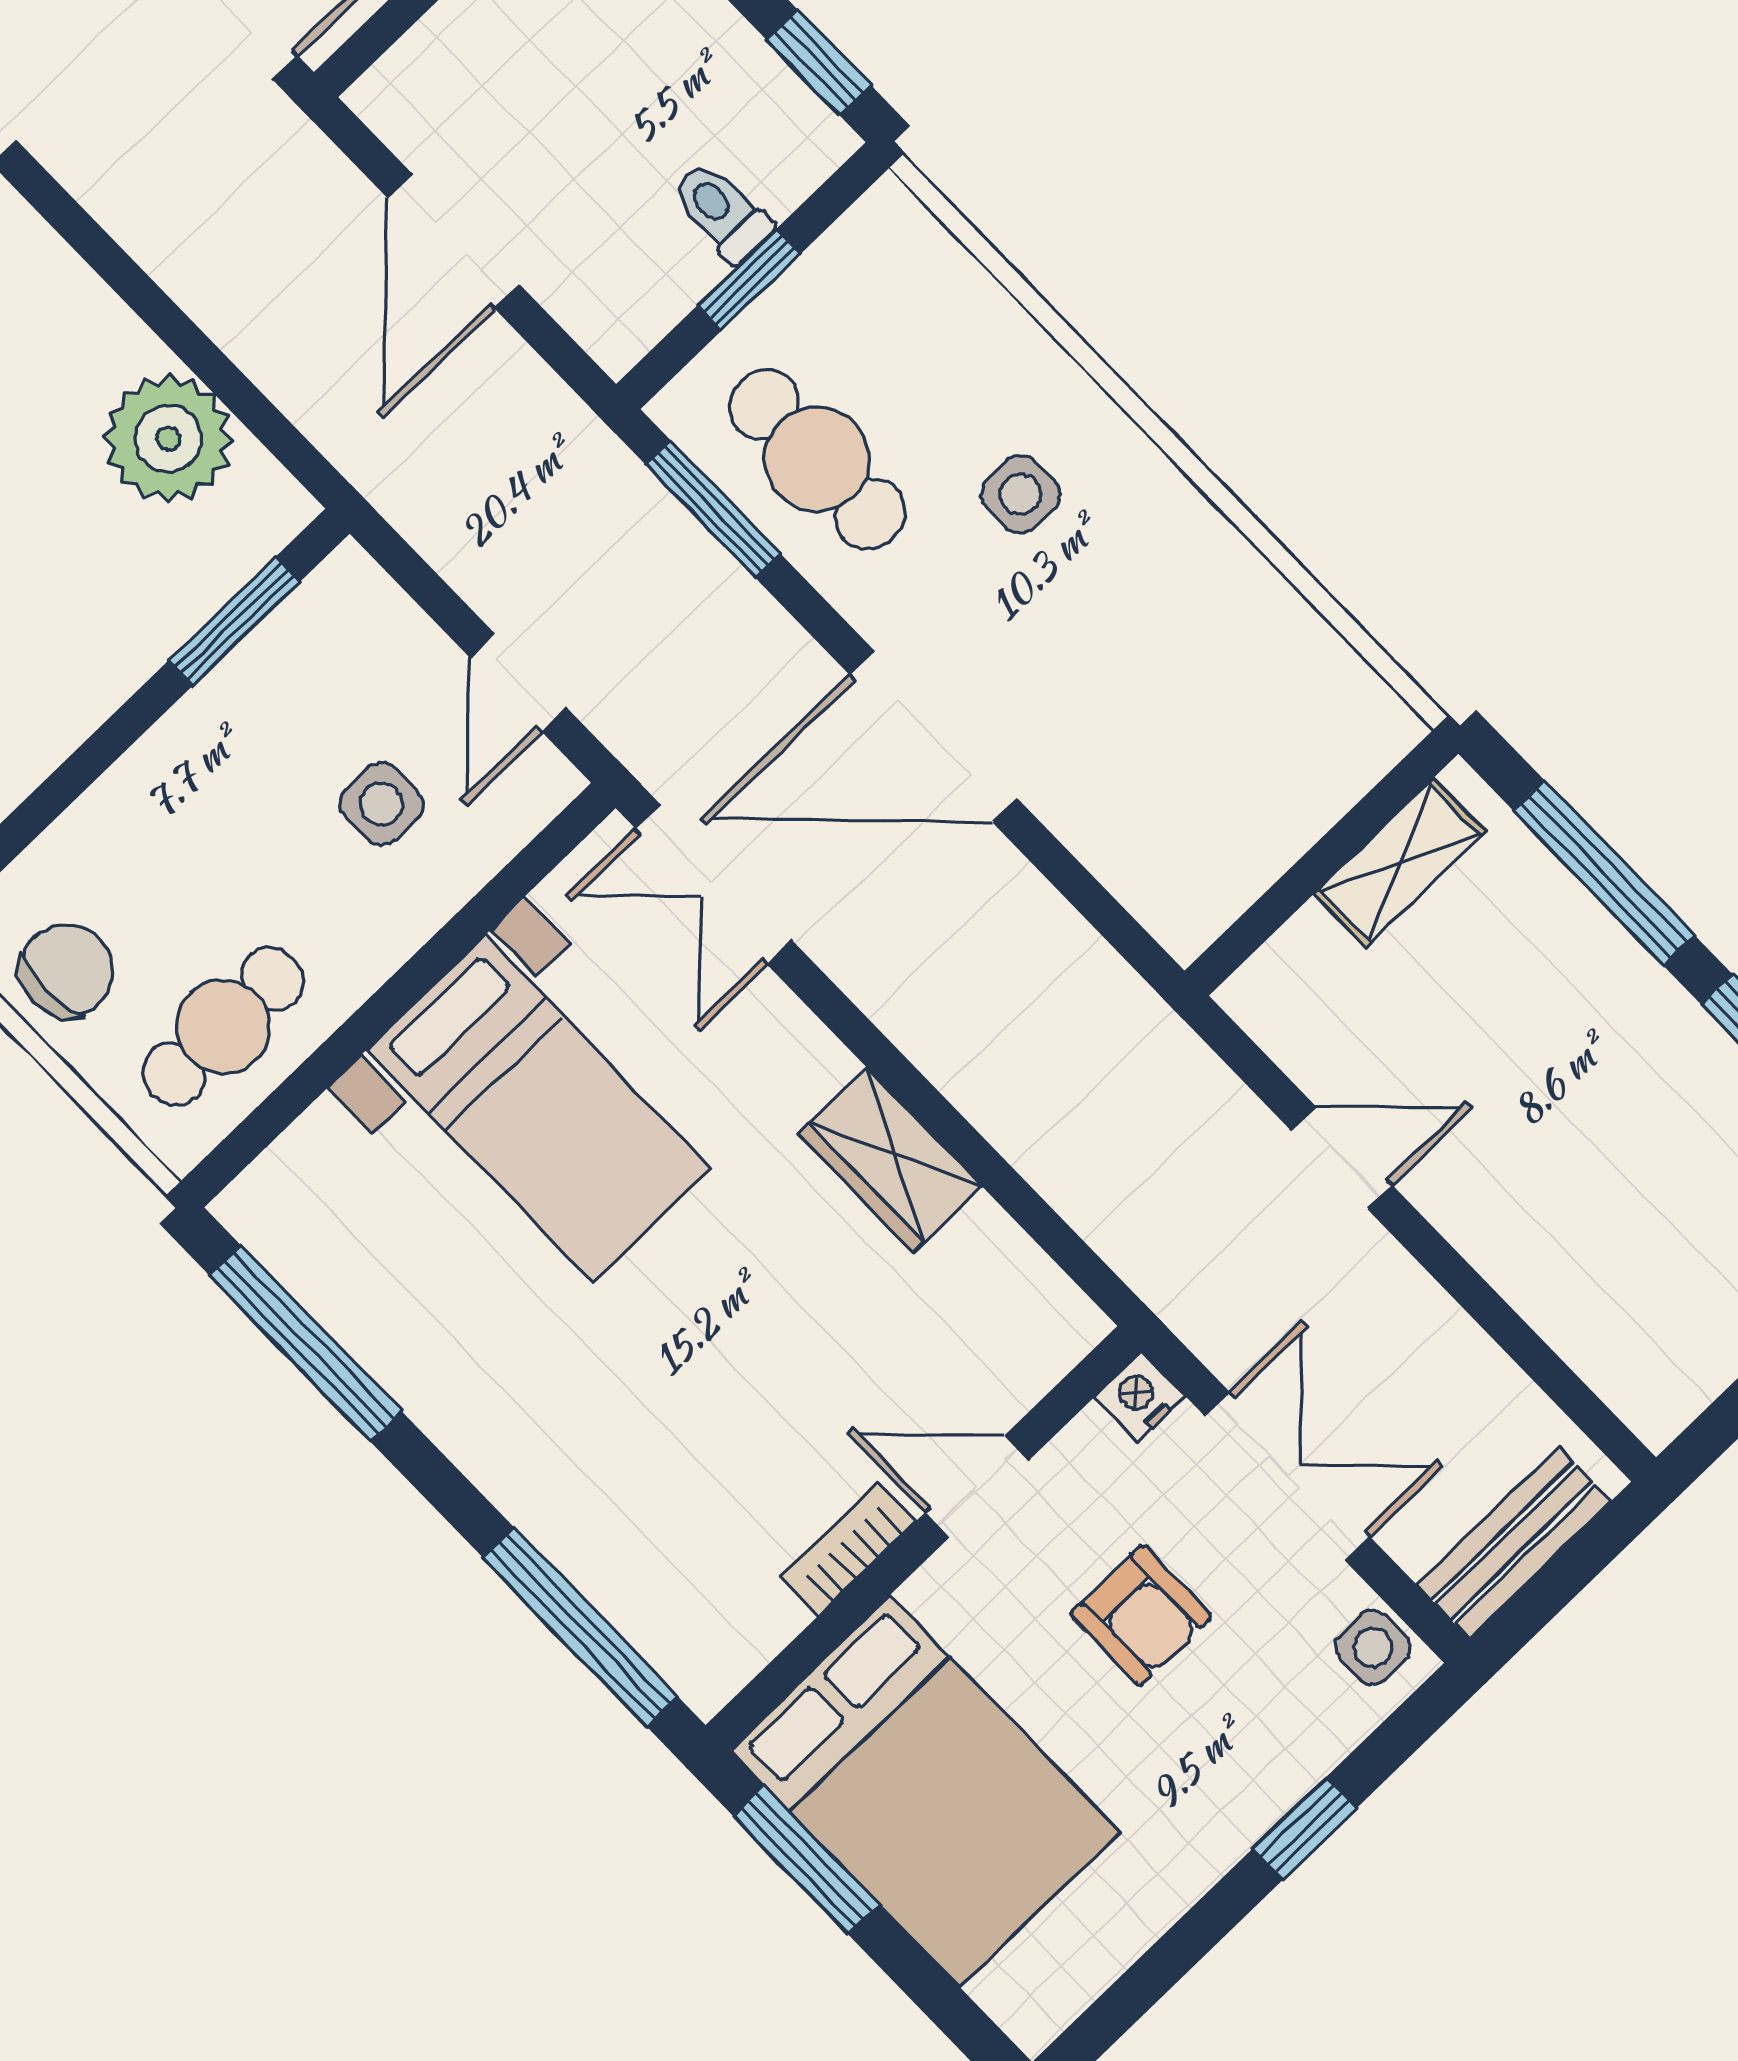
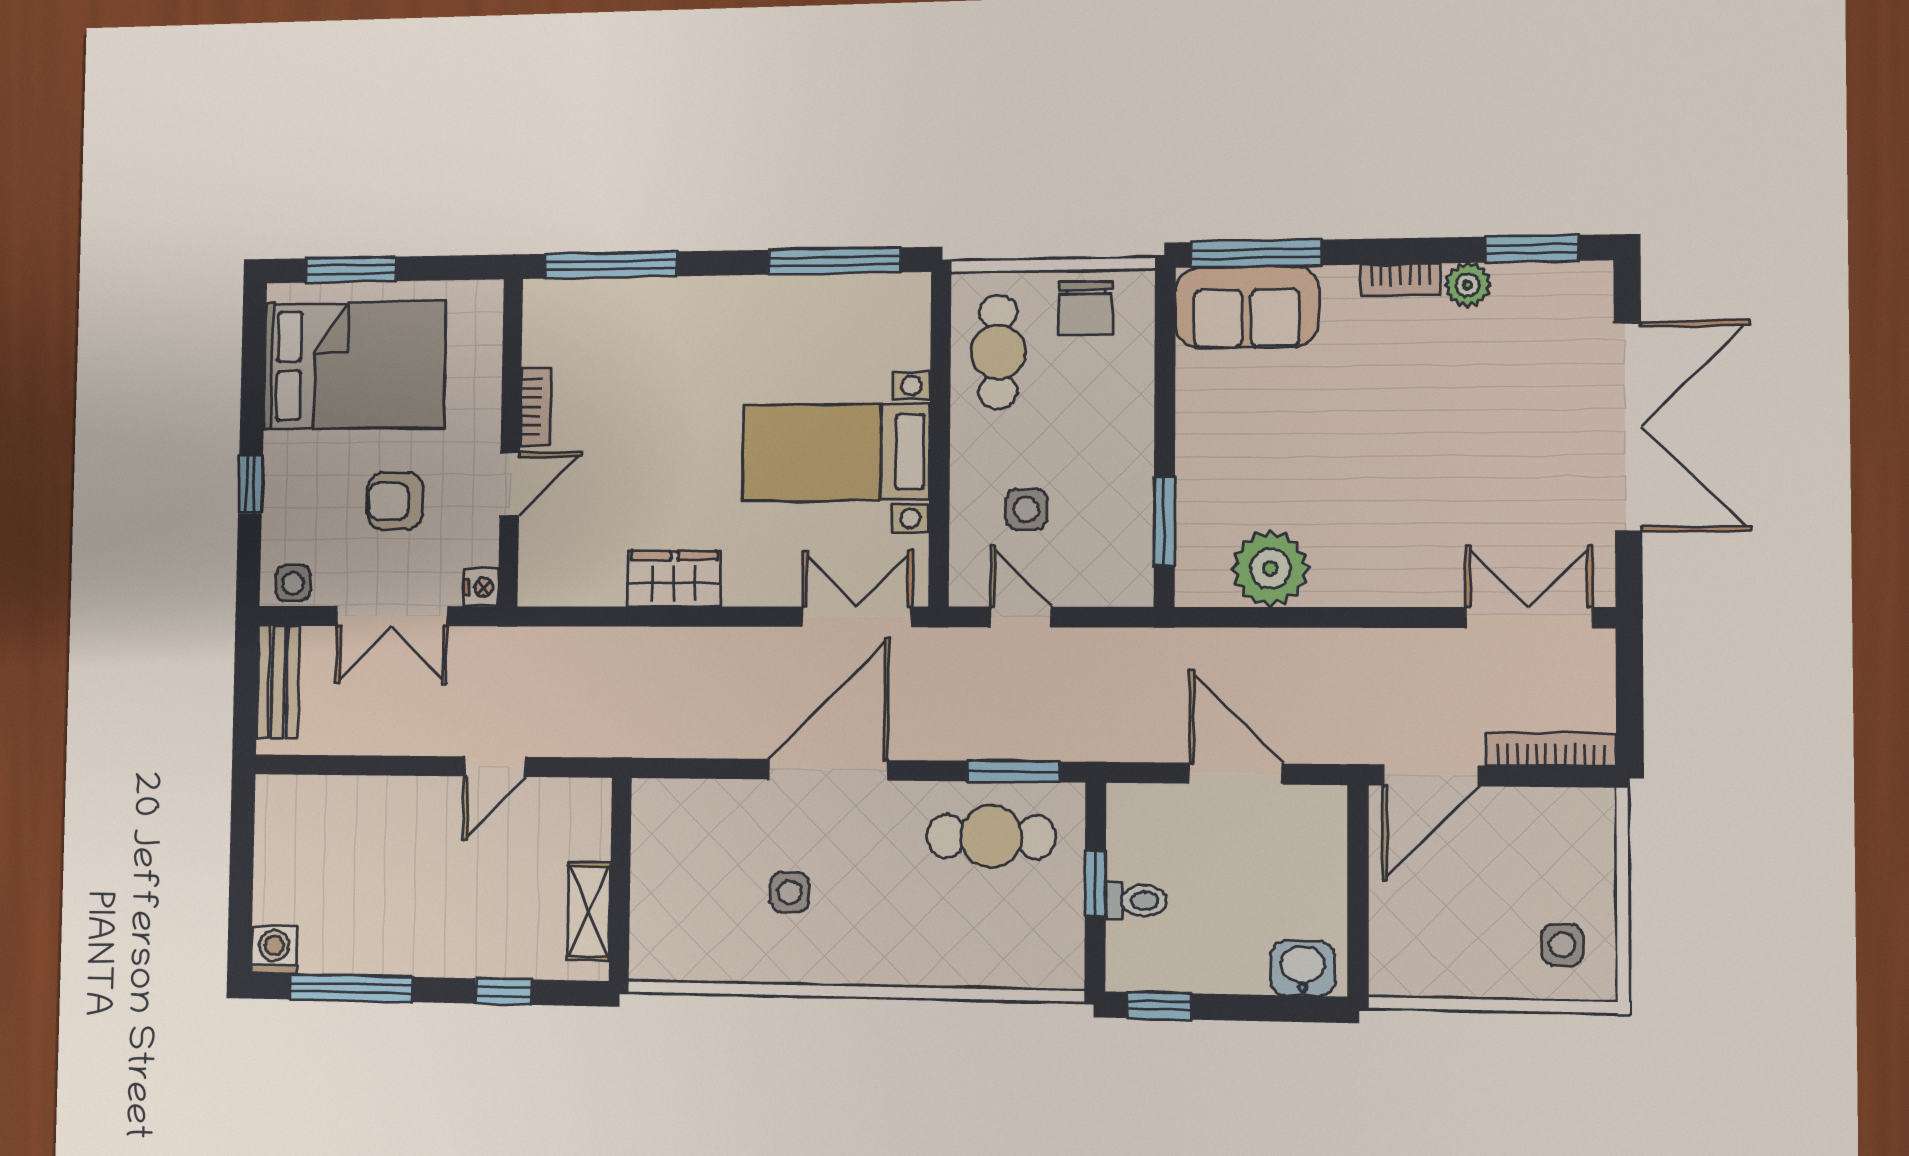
side table: (1020, 494) -> (790, 892), moved
window: (1604, 873) -> (503, 992), width x0.46
bed: (925, 1791) -> (355, 365), moved, turned 180
window: (806, 1860) -> (350, 270), moved

